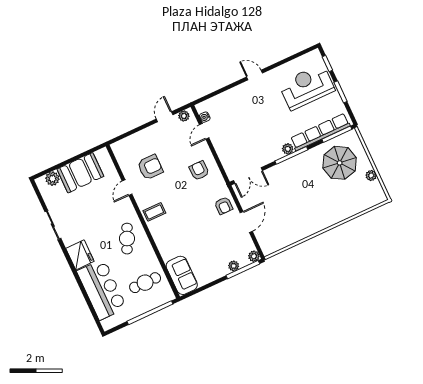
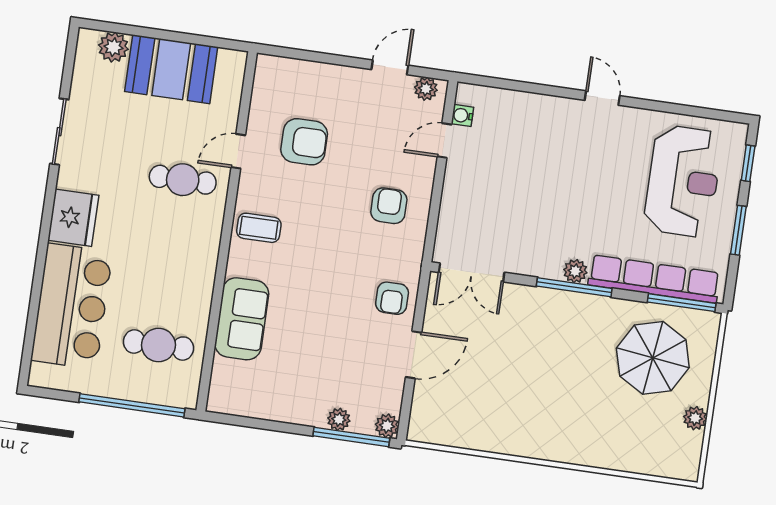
reception desk: (307, 87) -> (683, 181), turned 90
cafe table: (127, 239) -> (183, 180), moved, turned 65
sofa: (182, 275) -> (242, 319), moved

